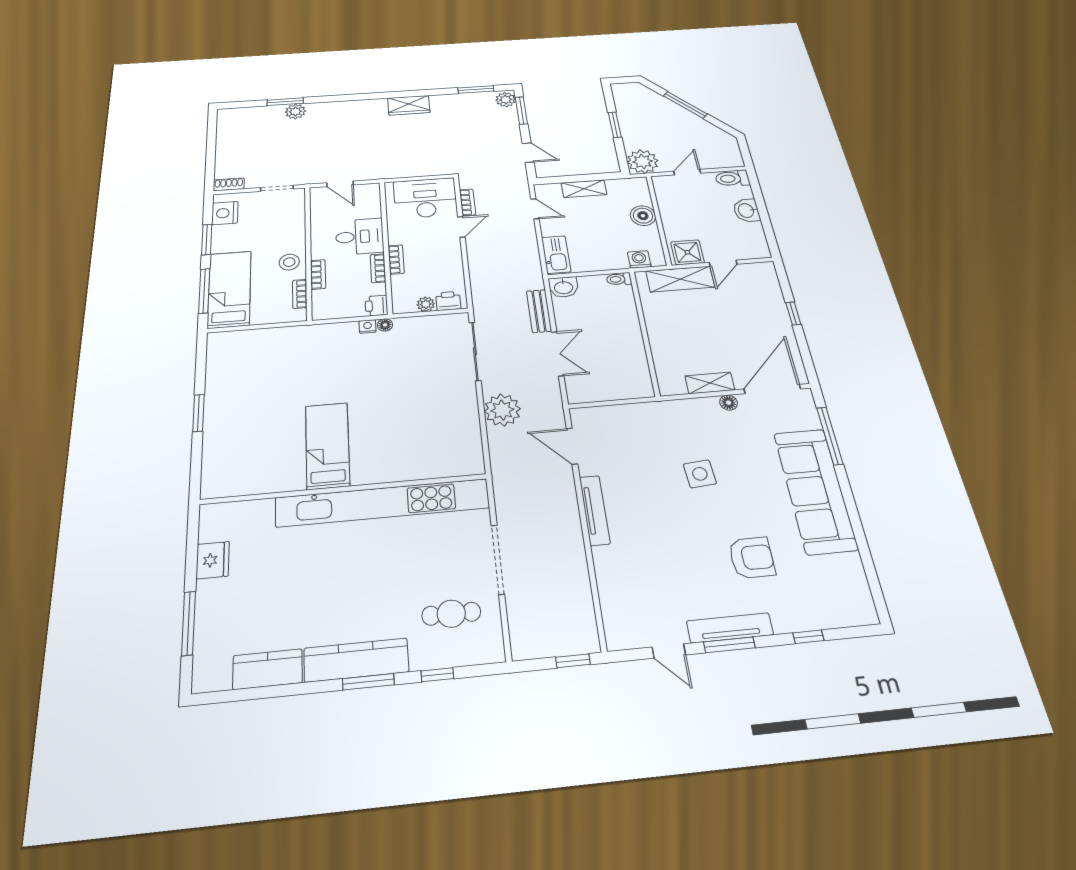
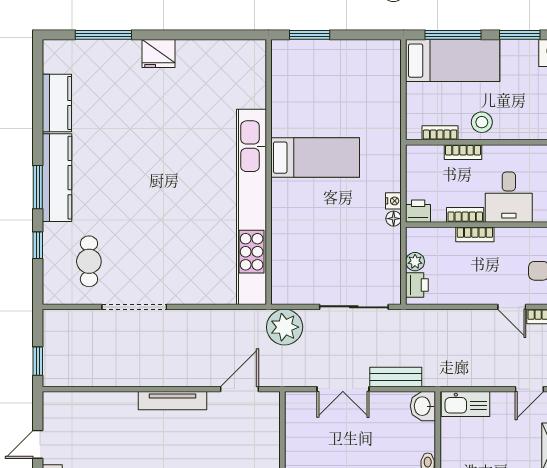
bed: (327, 446) -> (315, 158), moved
wall: (344, 489) -> (269, 172), moved
kitchen unit: (383, 503) -> (252, 207), moved

